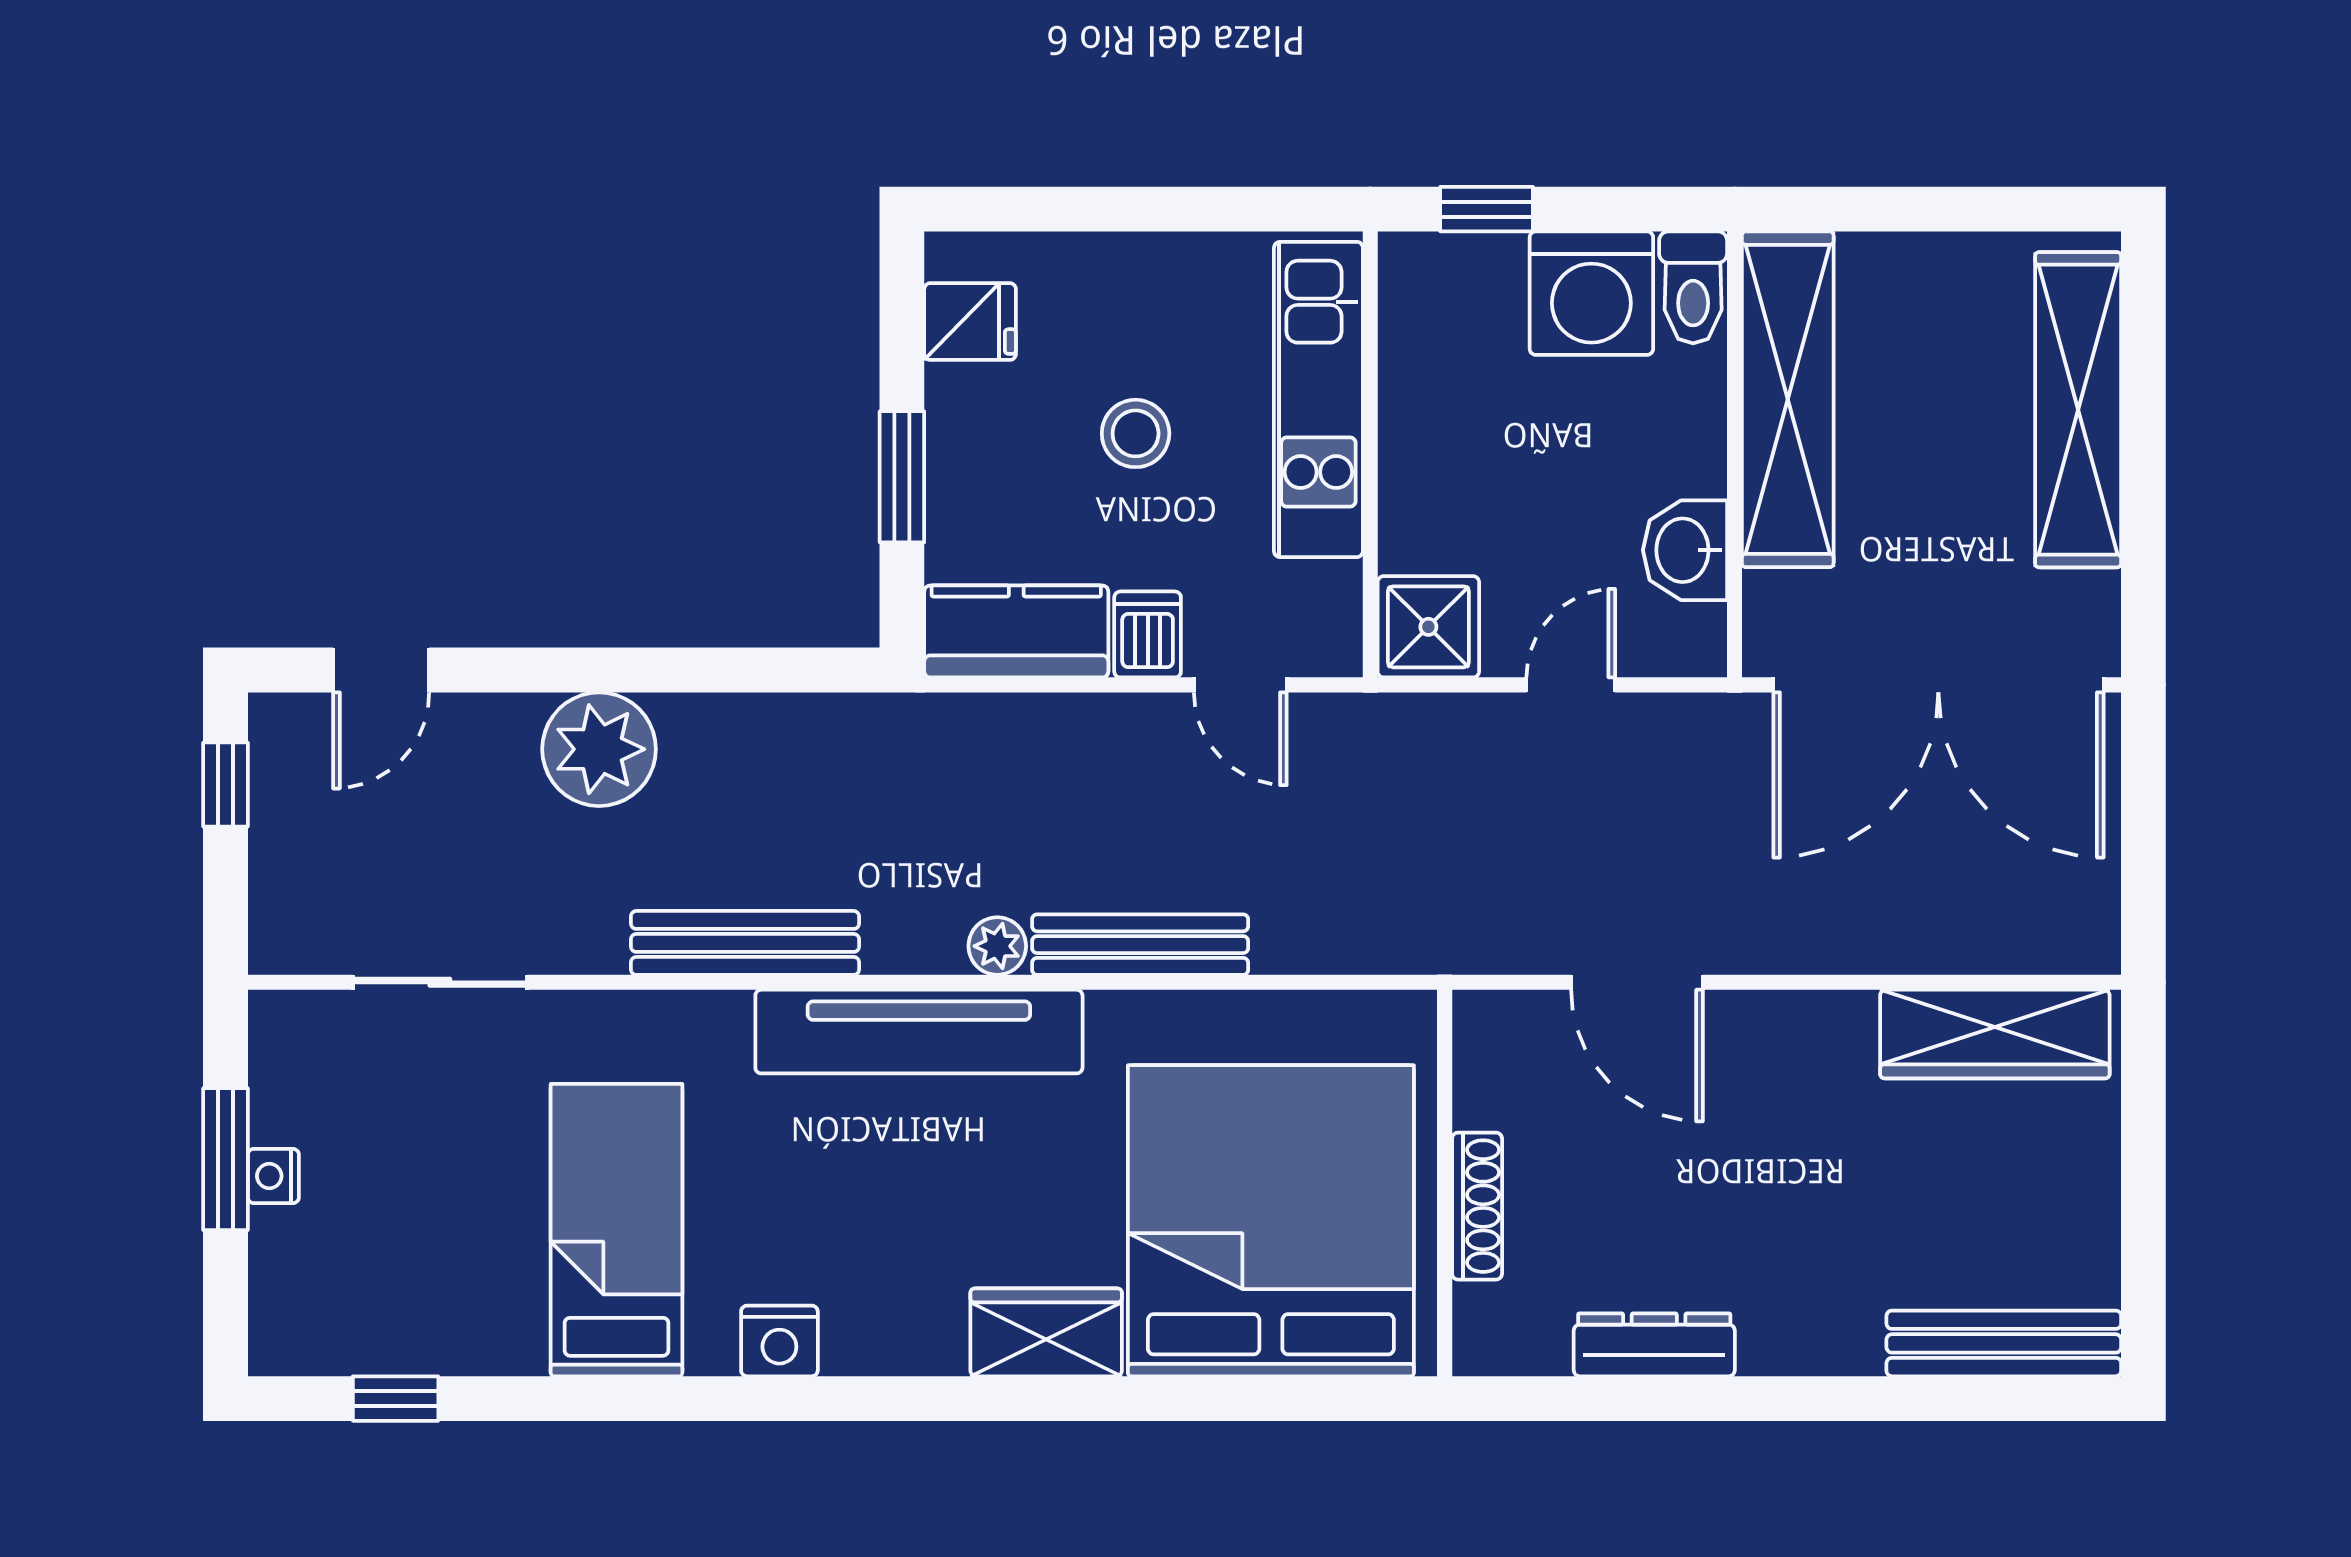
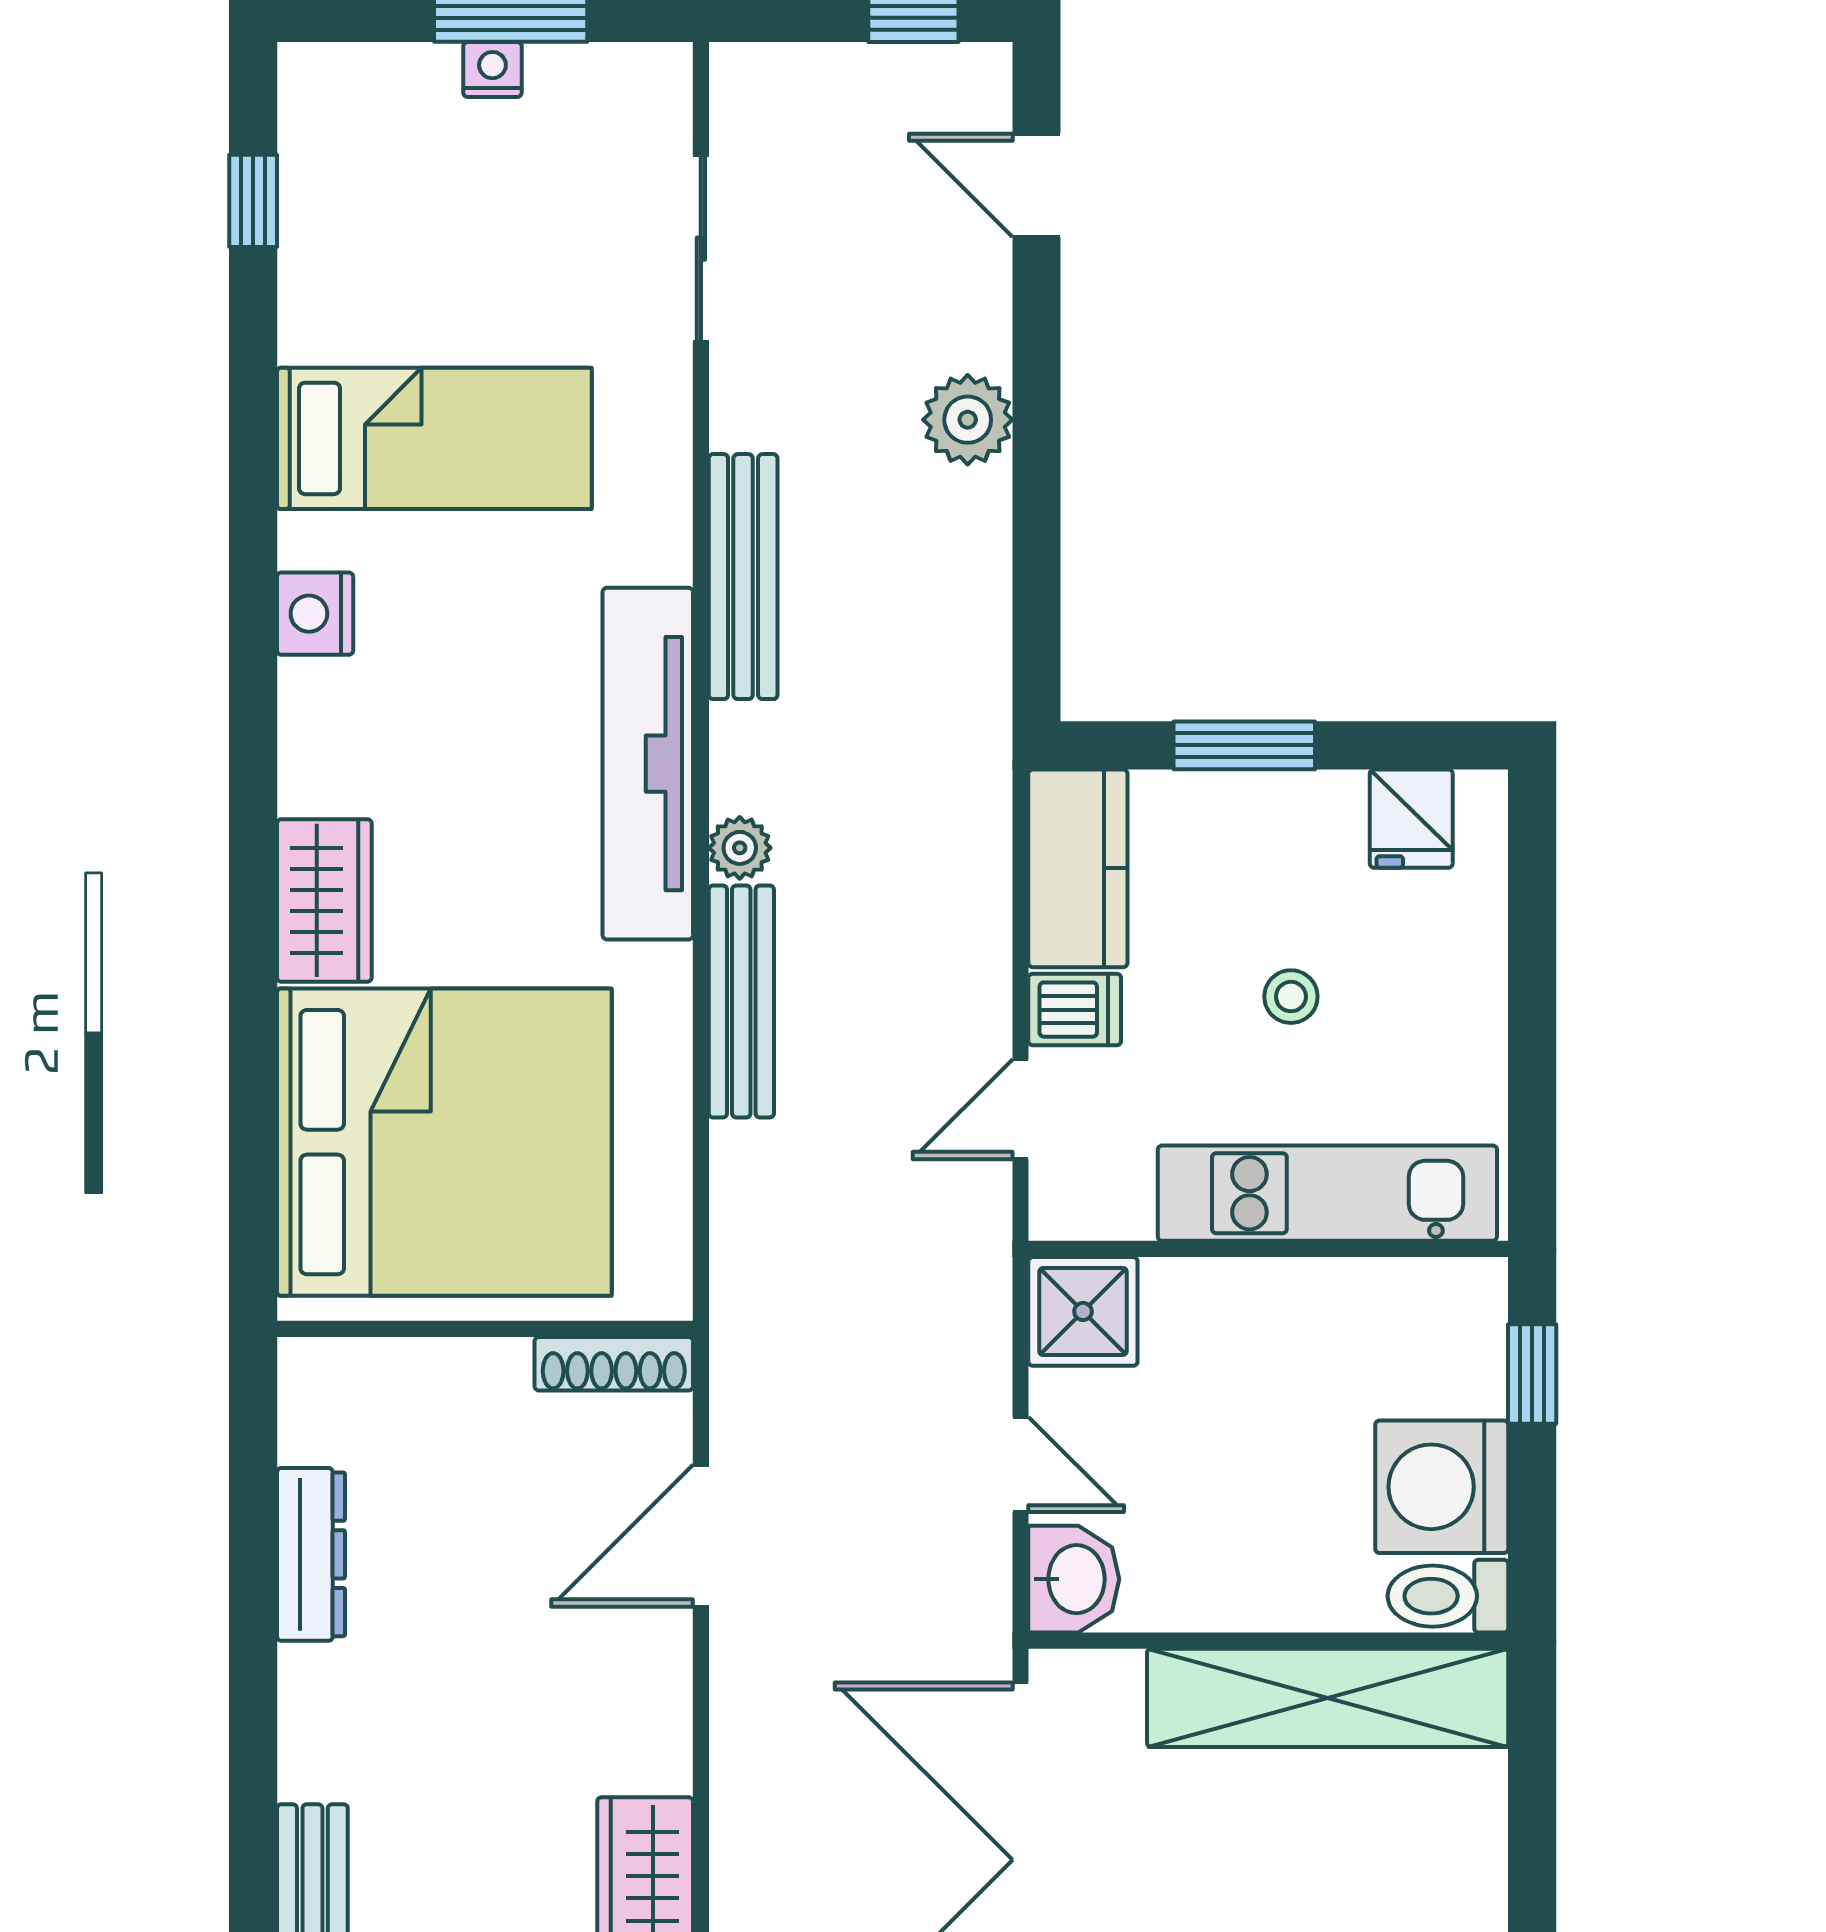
stool: (1136, 433) -> (1291, 997), width x0.73, depth x0.73
washbasin: (1685, 550) -> (1074, 1579), moved, turned 90
plant: (599, 749) -> (968, 420), width x0.73, depth x0.73
shoe rack: (1477, 1206) -> (614, 1364), moved

